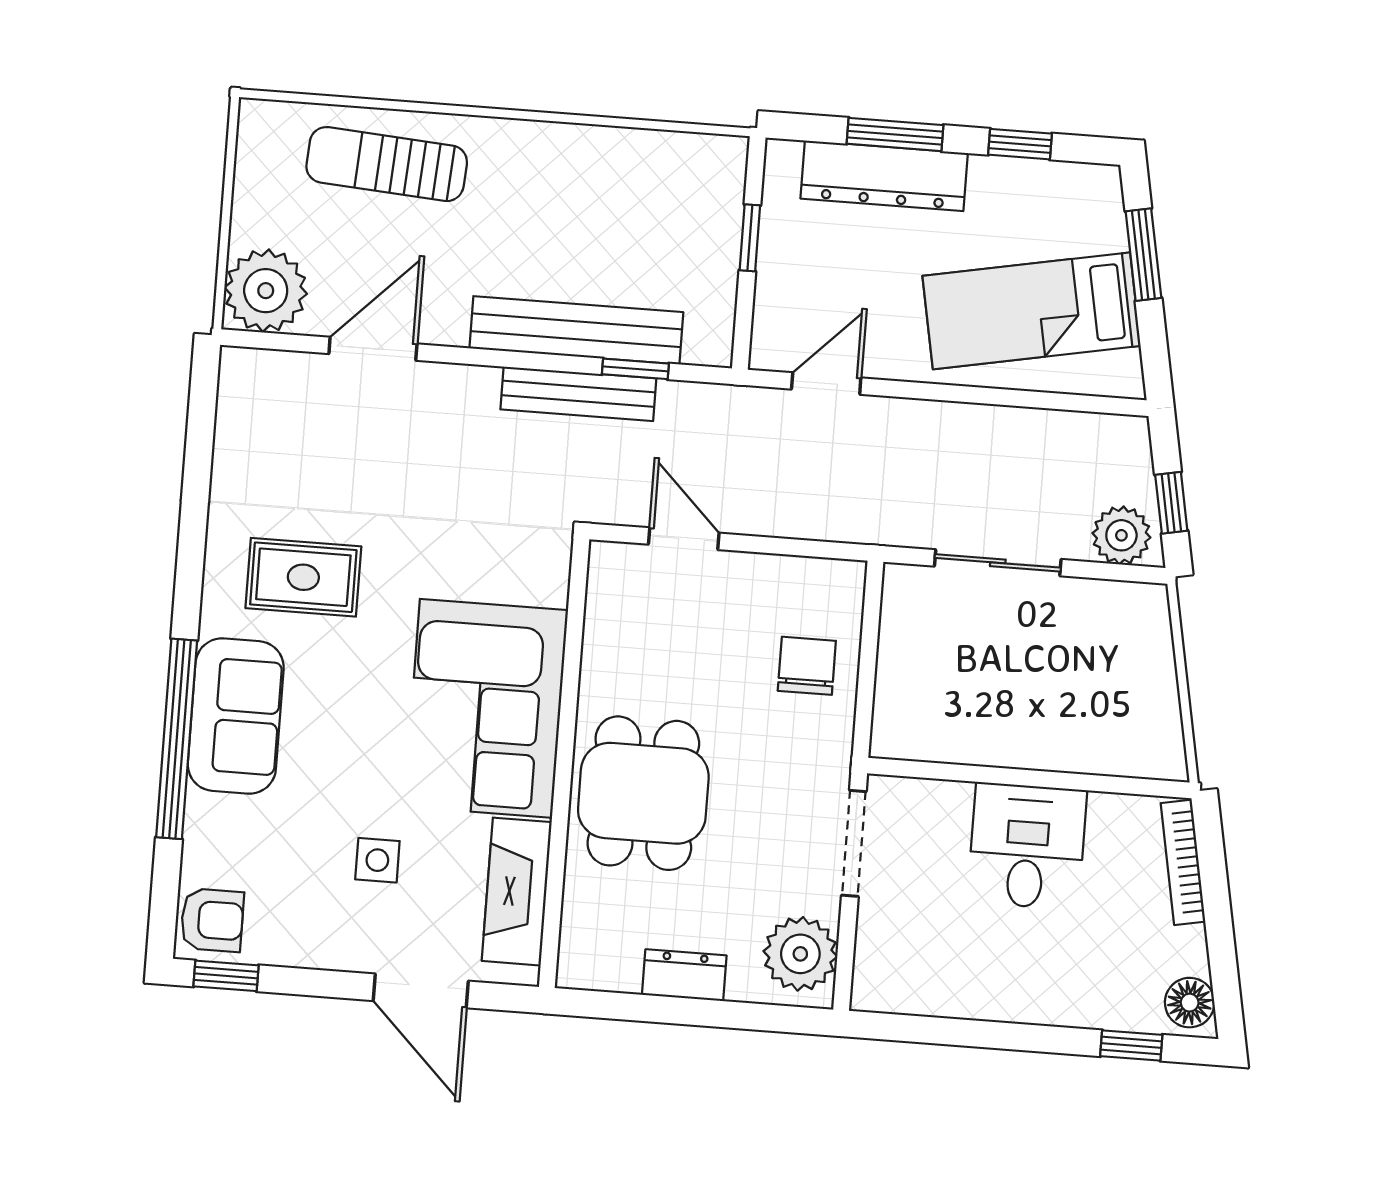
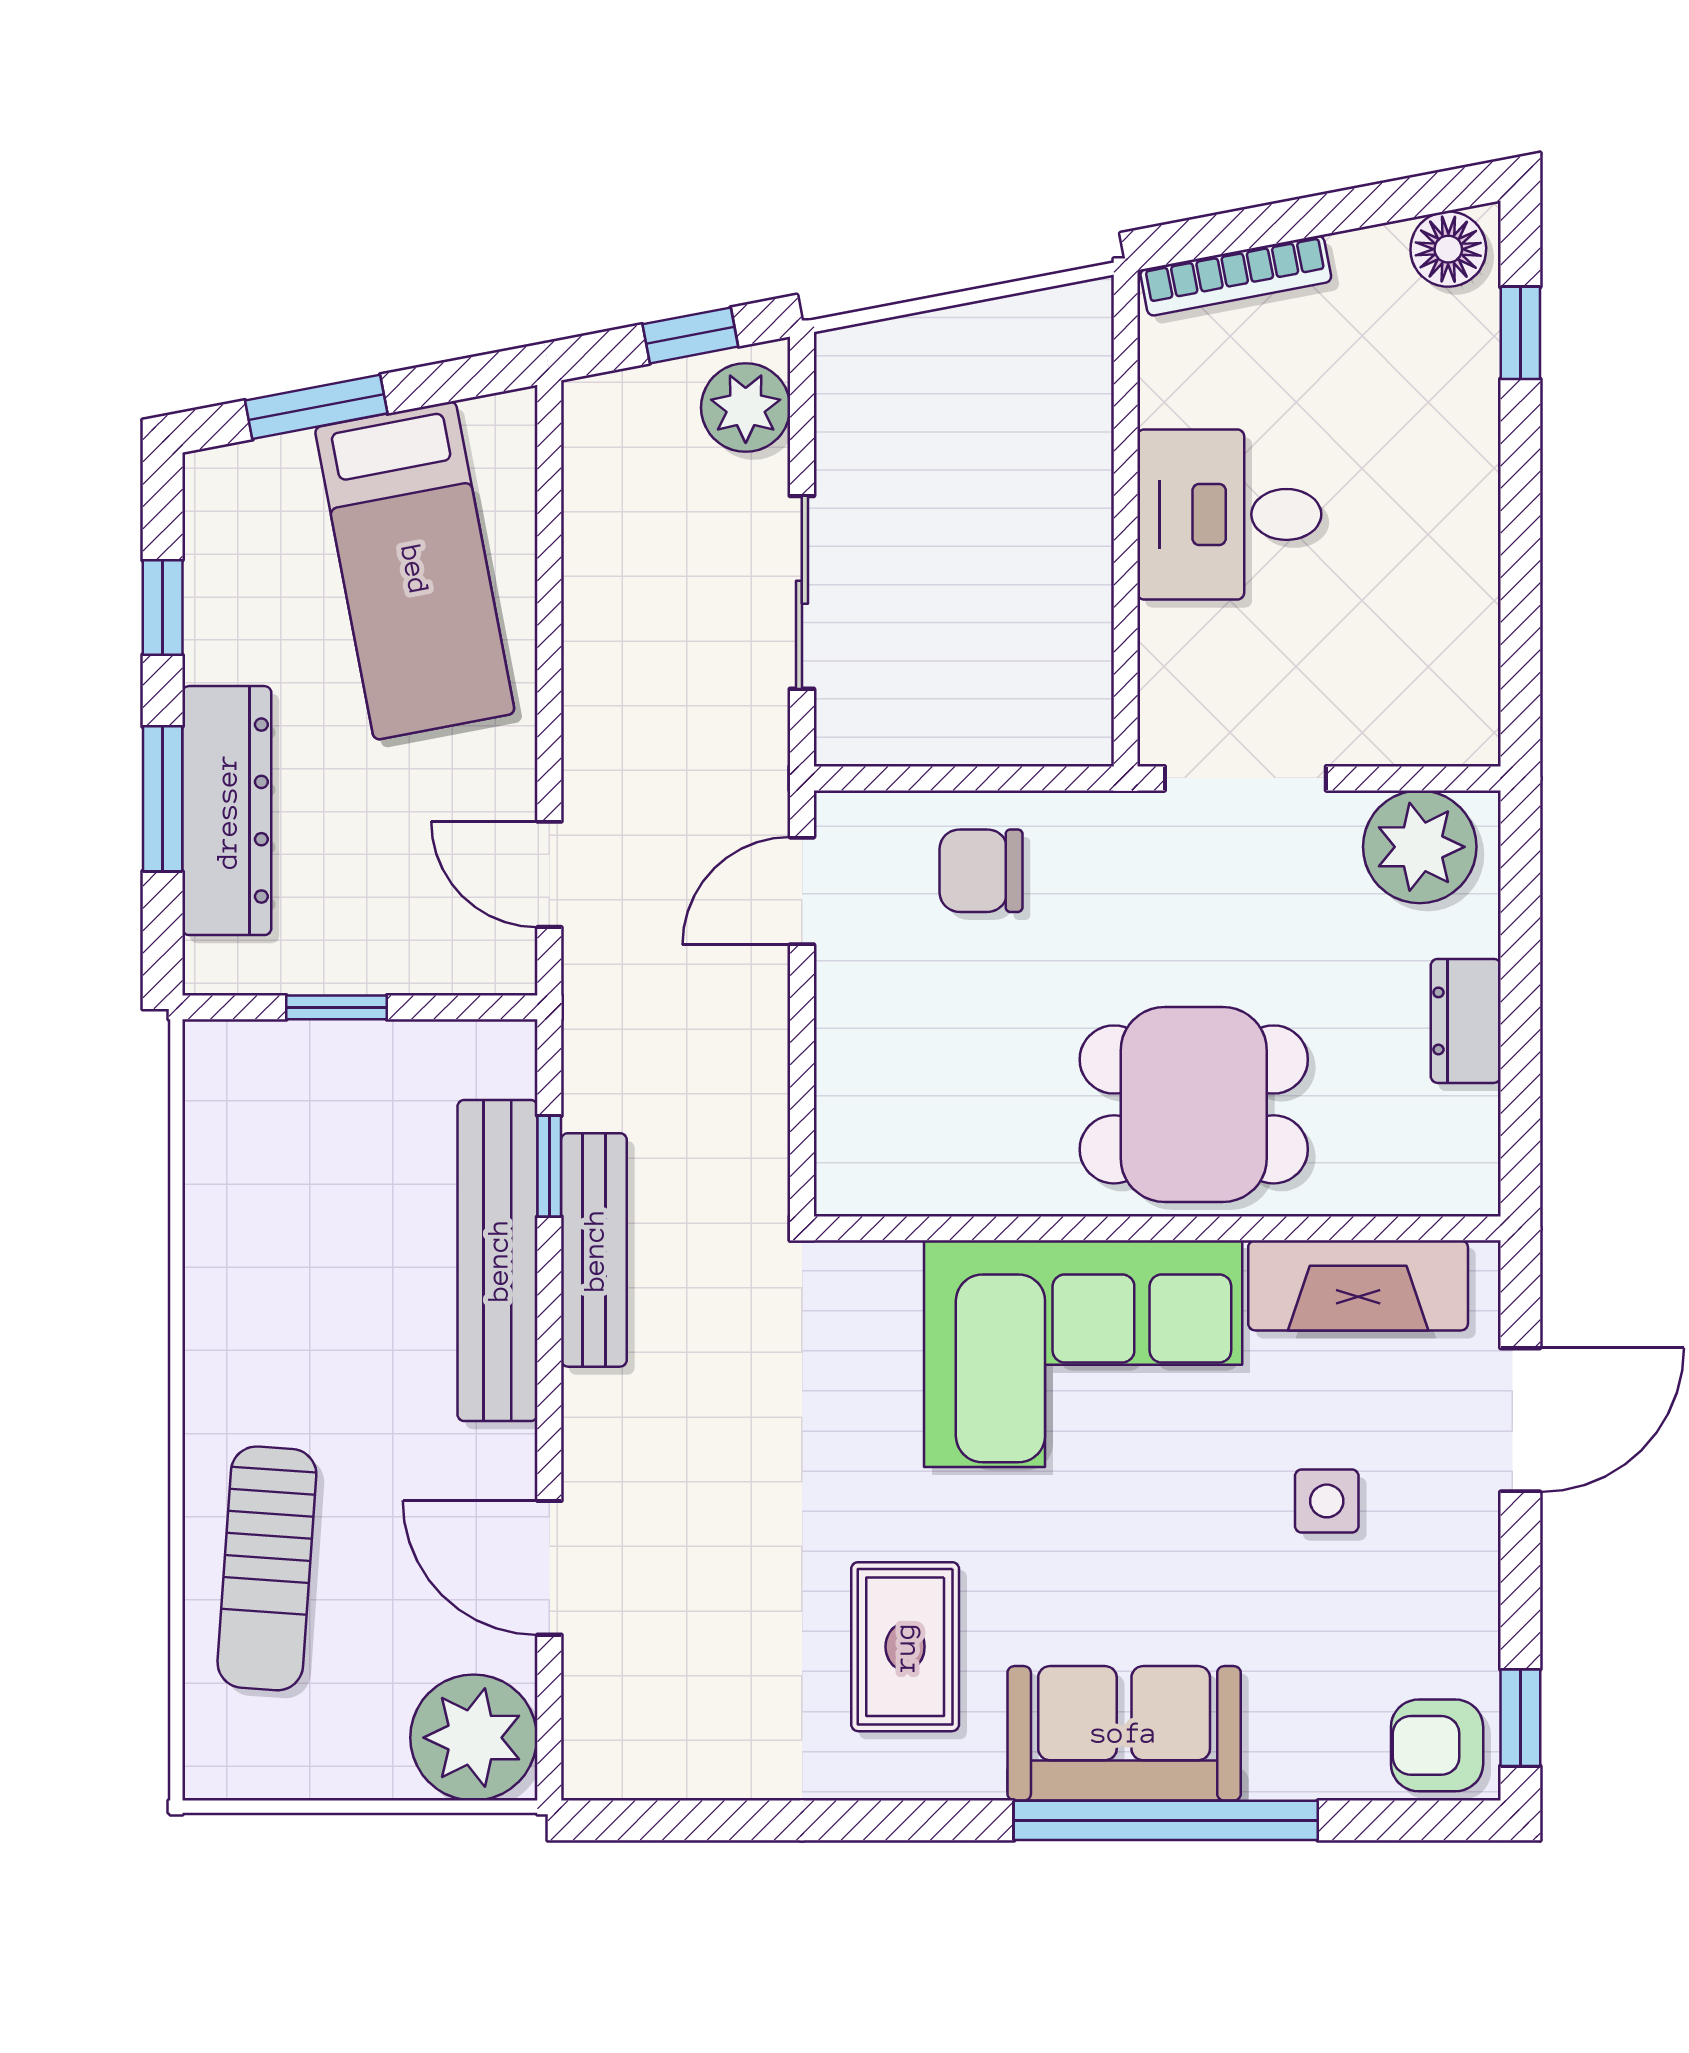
door: (684, 539) -> (802, 891), moved
armchair: (212, 920) -> (1437, 1745), turned -90

